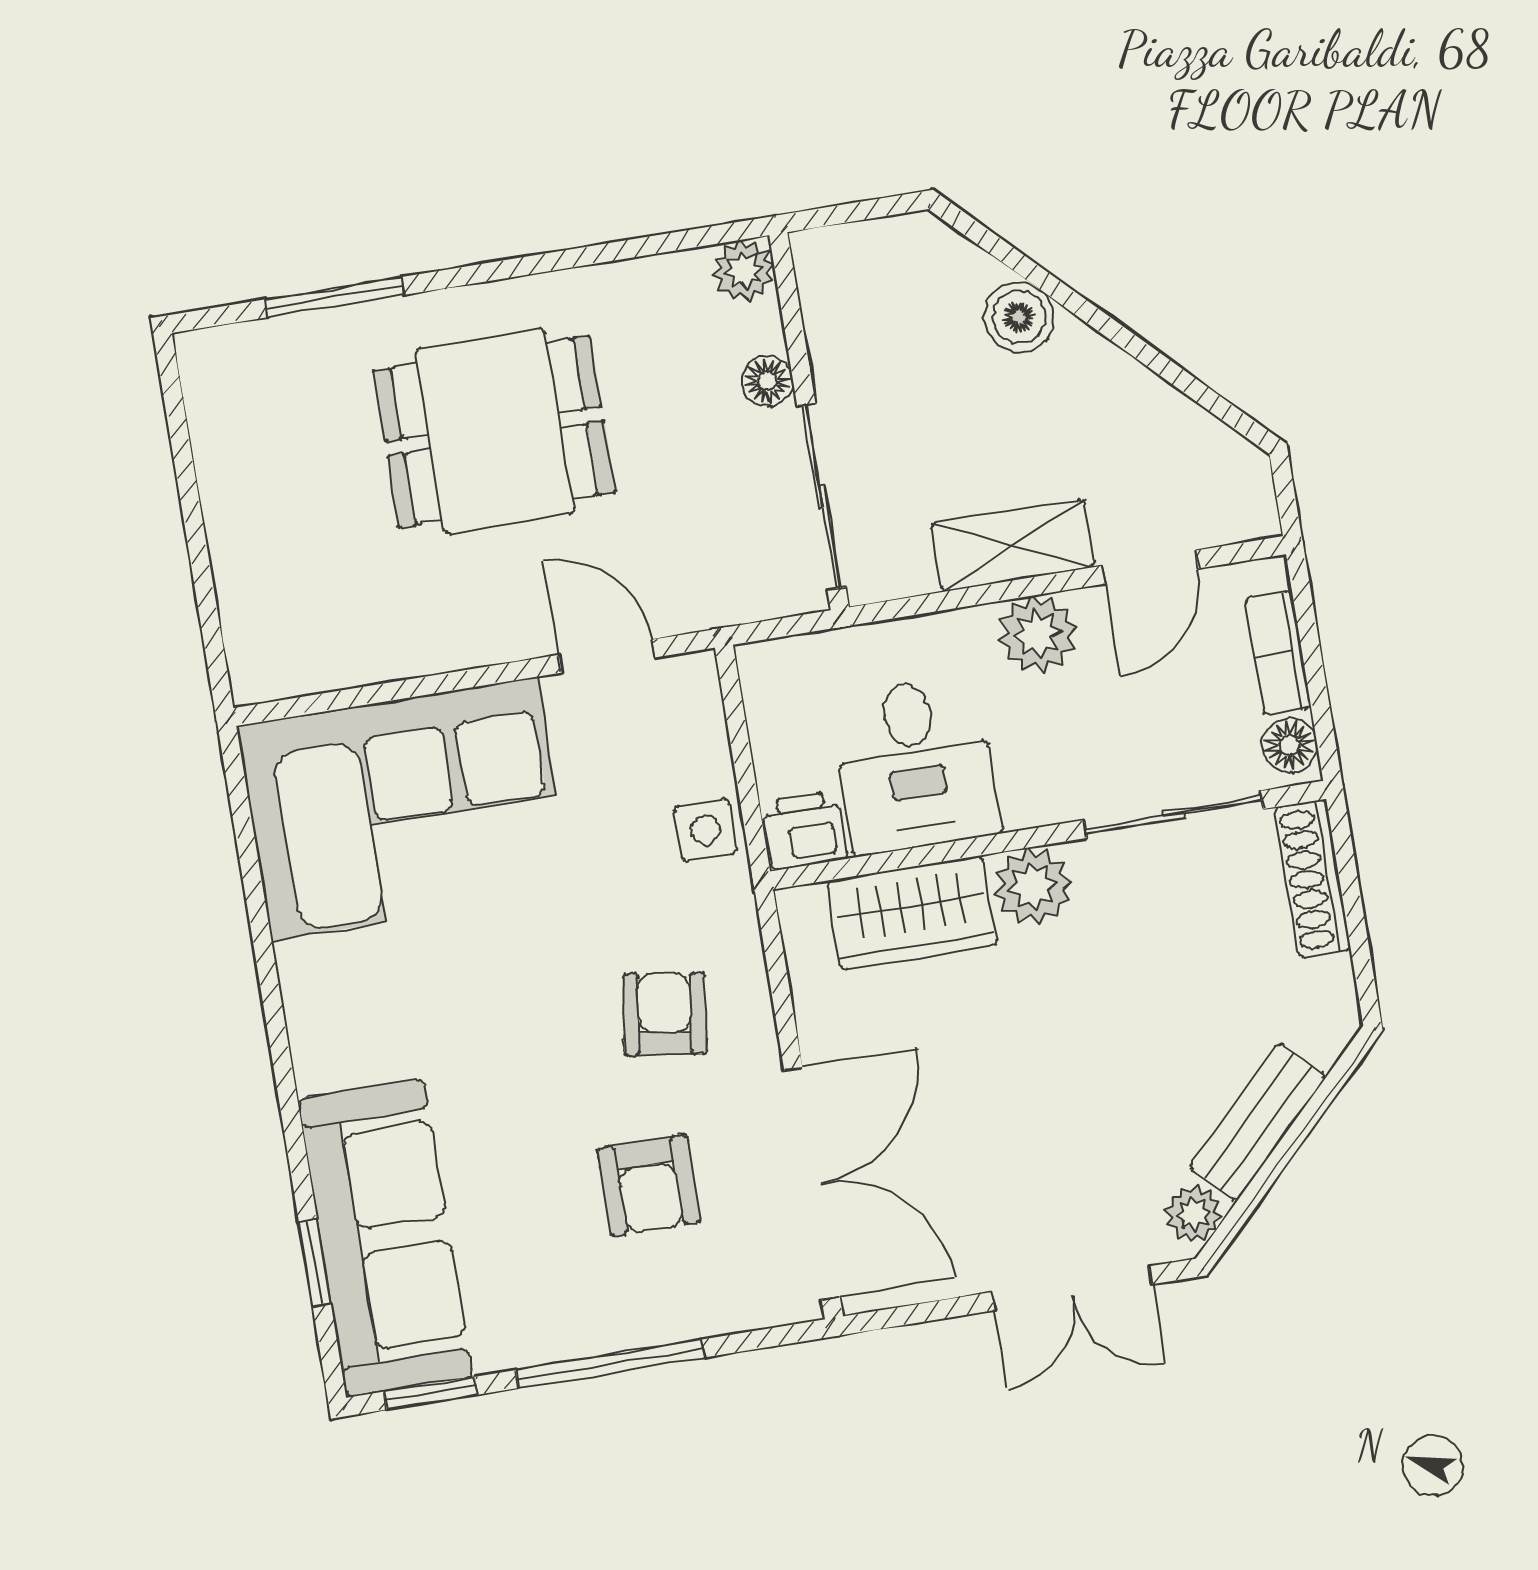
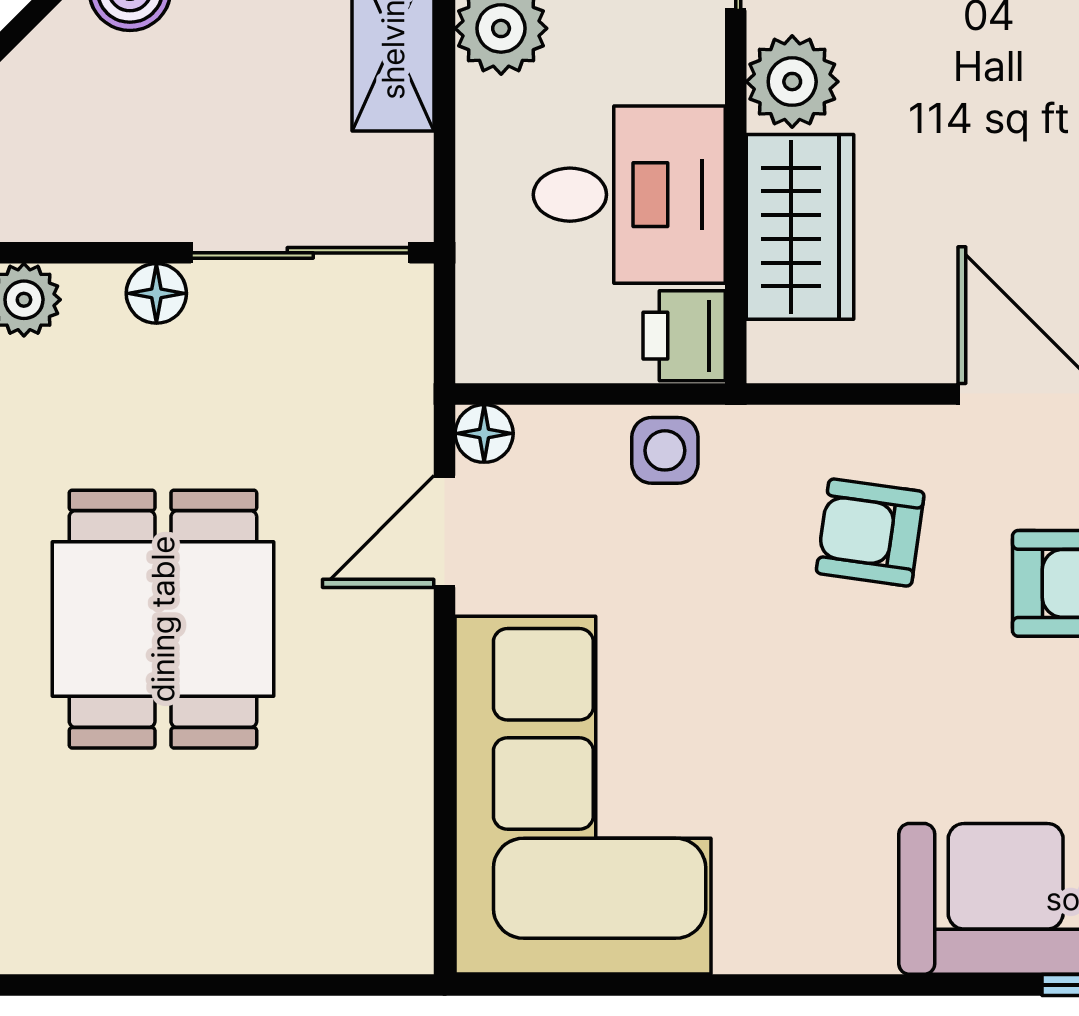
floor lamp: (695, 676) -> (484, 433), added

